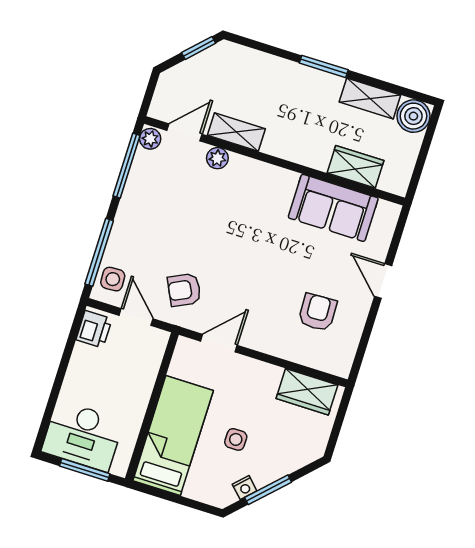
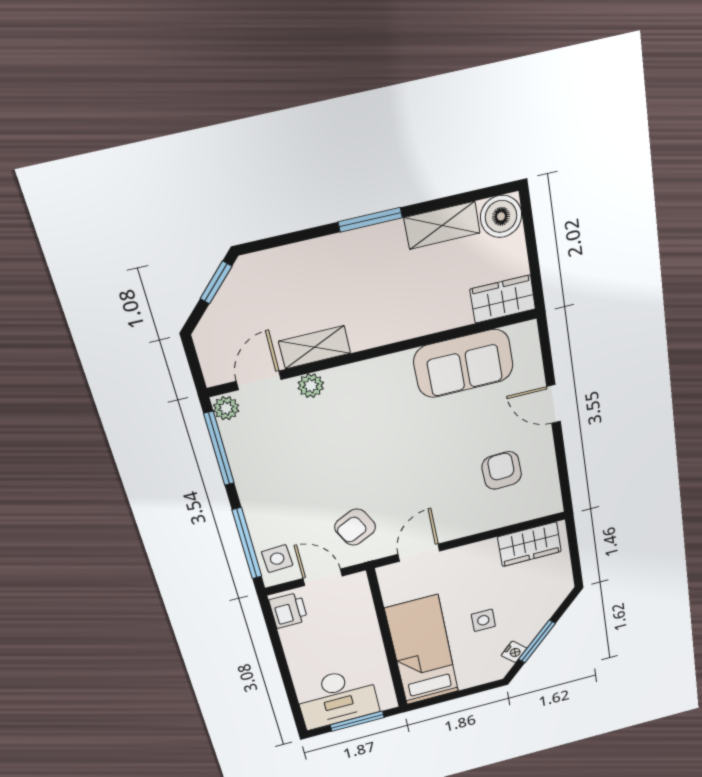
wardrobe: (355, 167) -> (503, 299), moved

